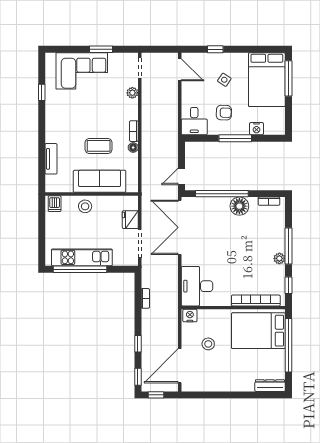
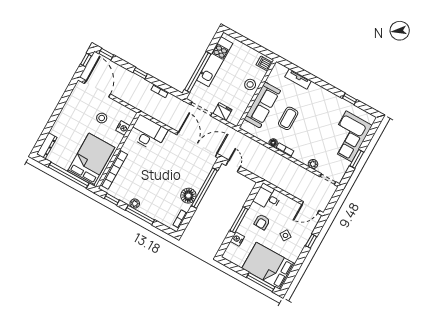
window: (80, 269) -> (198, 72), moved
nightstand: (190, 316) -> (123, 128), moved
window: (138, 344) -> (140, 73), moved

